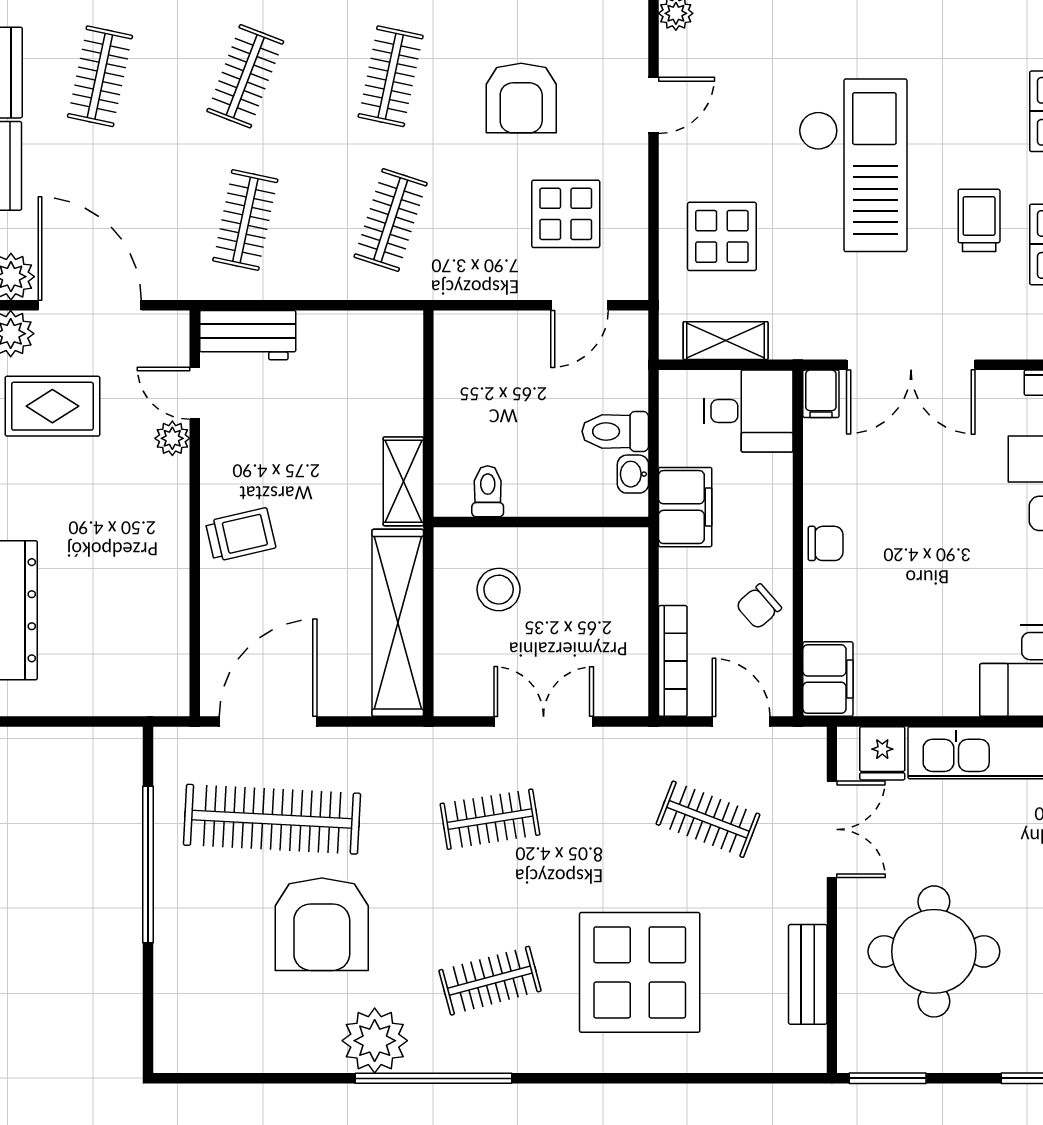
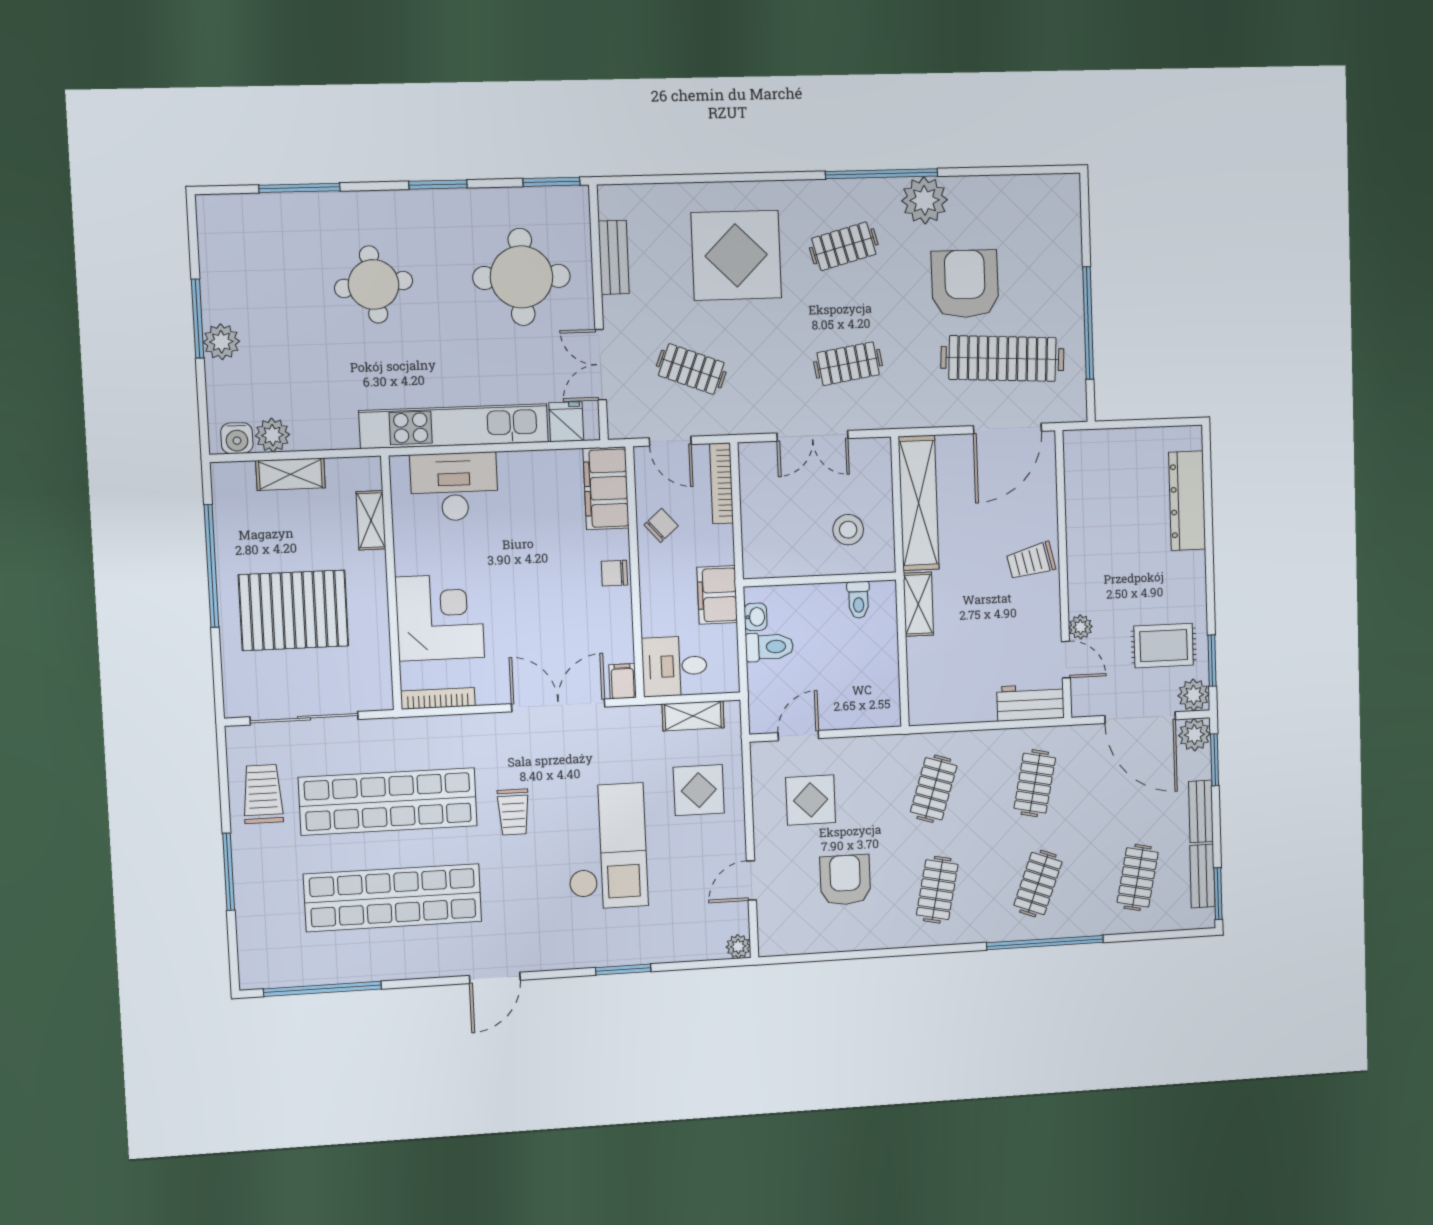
checkout: (853, 165) -> (607, 846), turned 180
filing cabinet: (828, 679) -> (606, 488), width x1.50, depth x1.17

